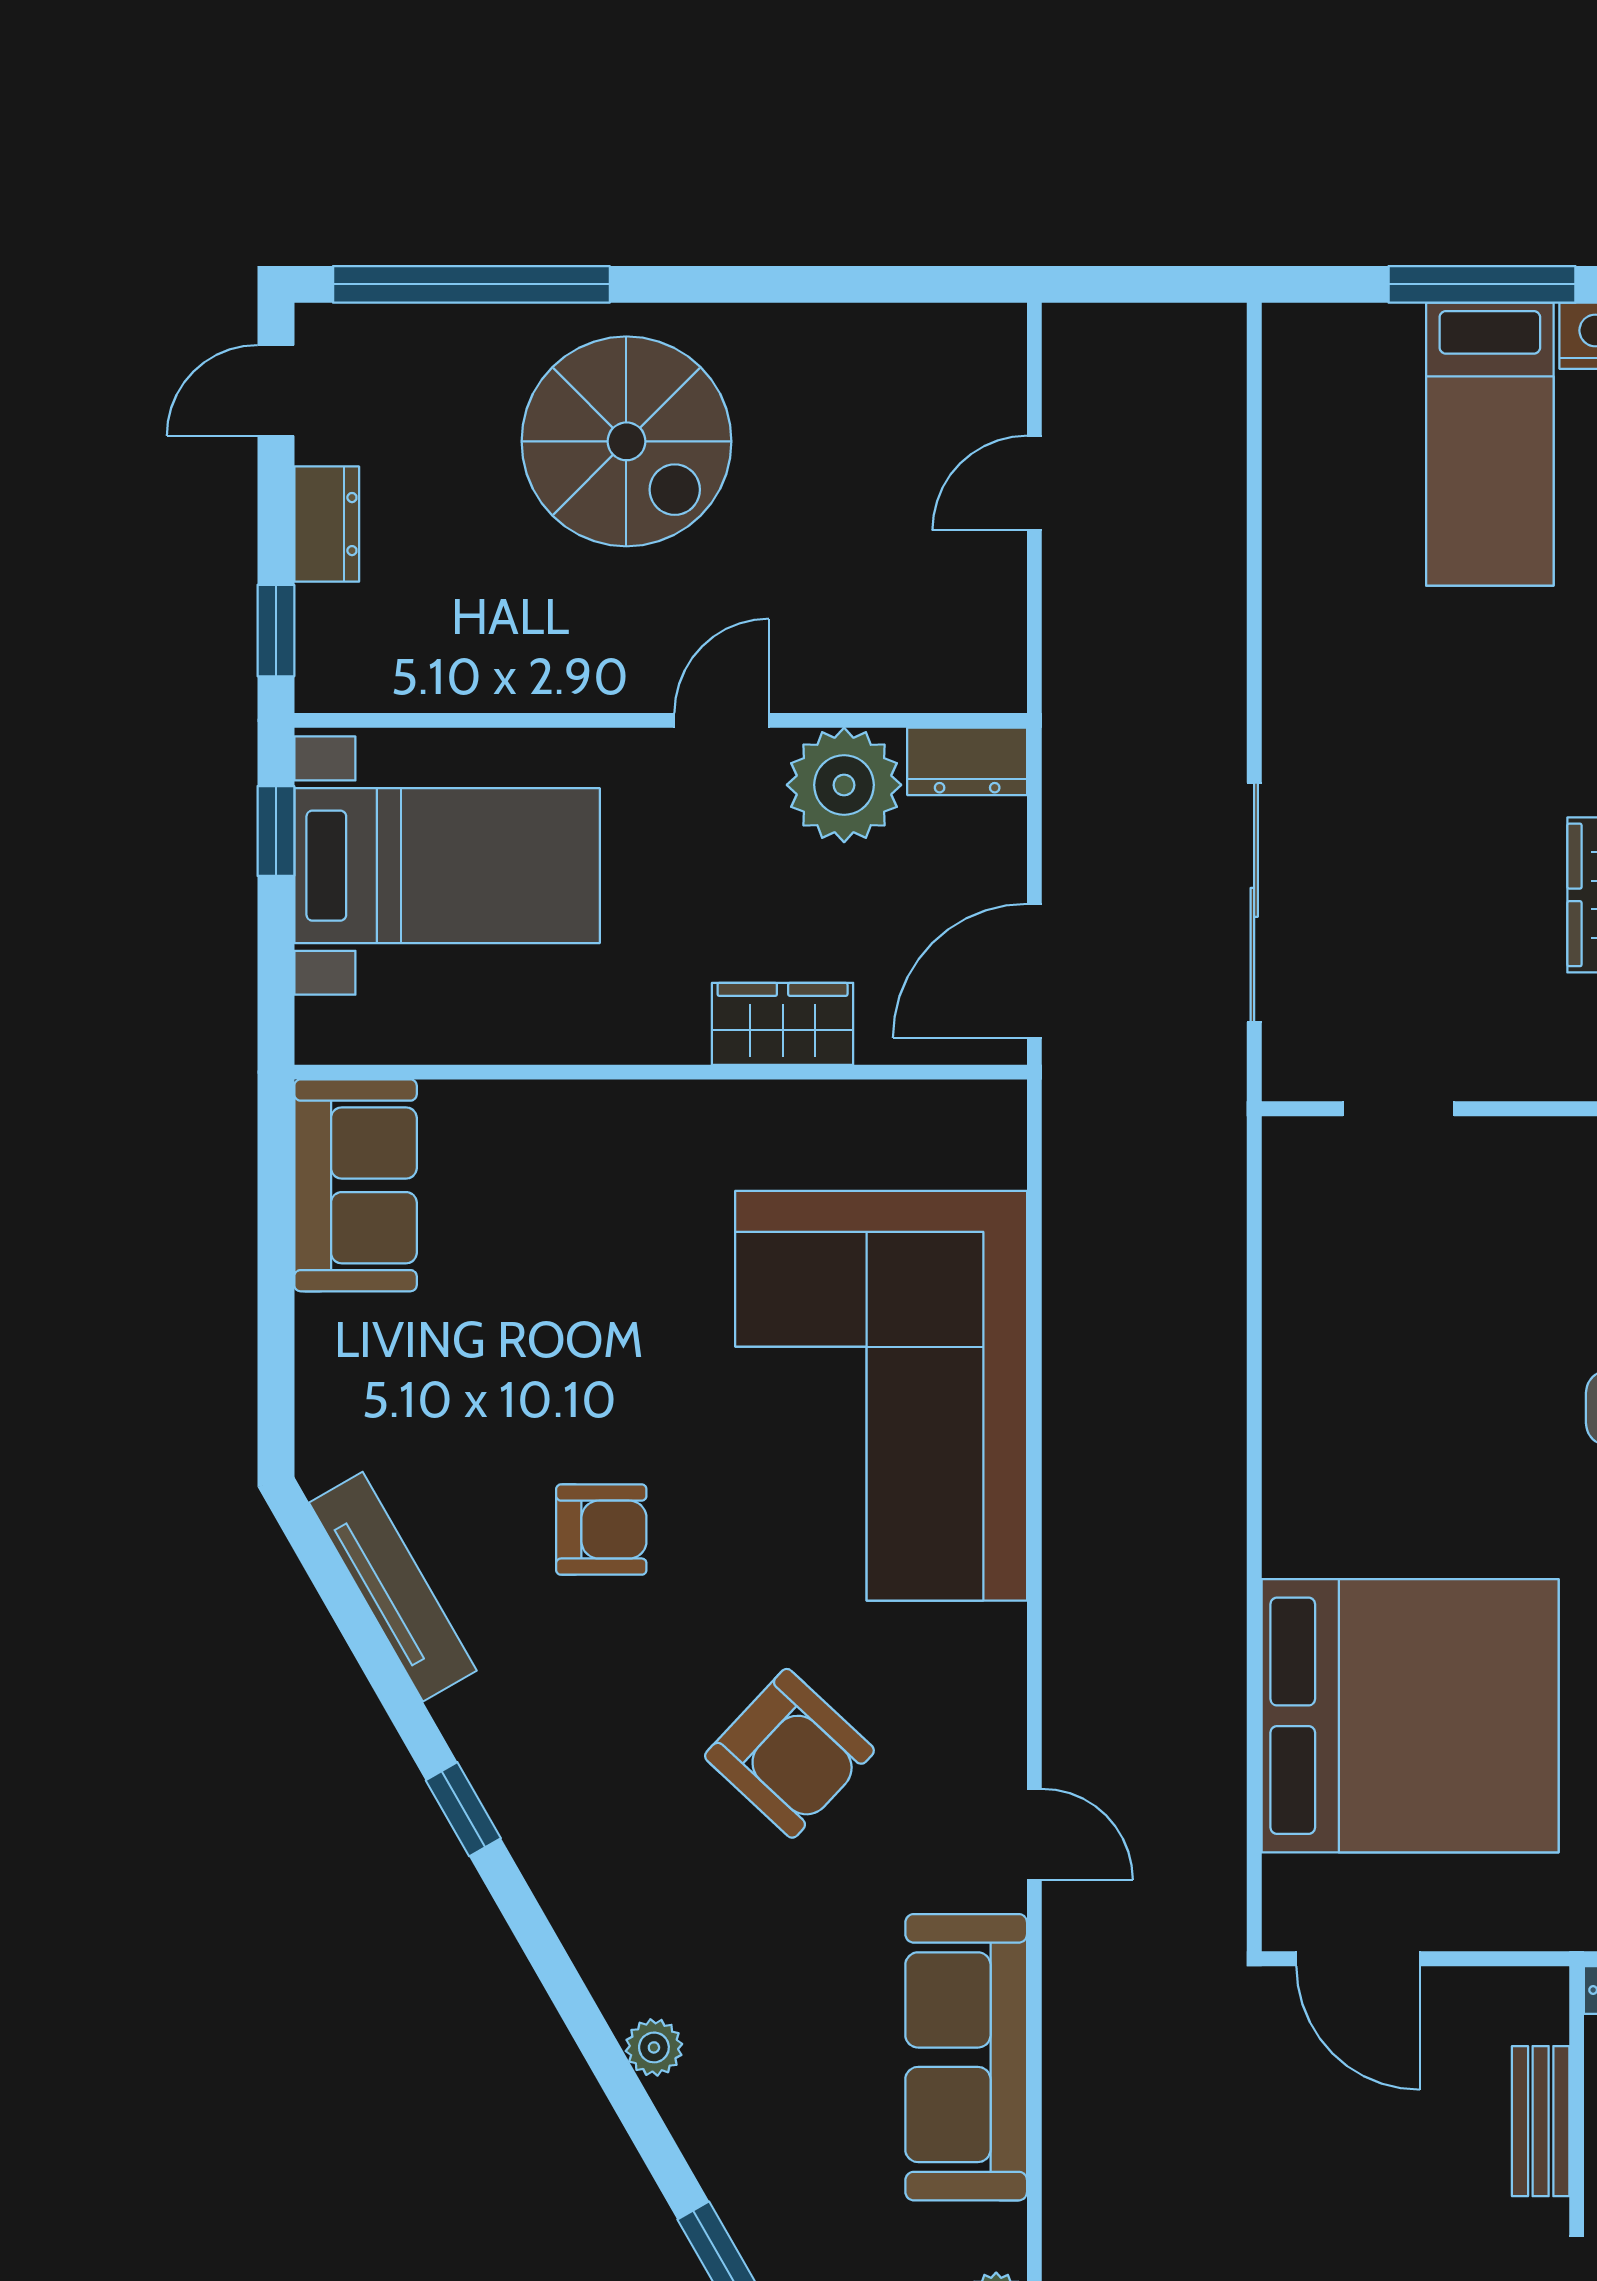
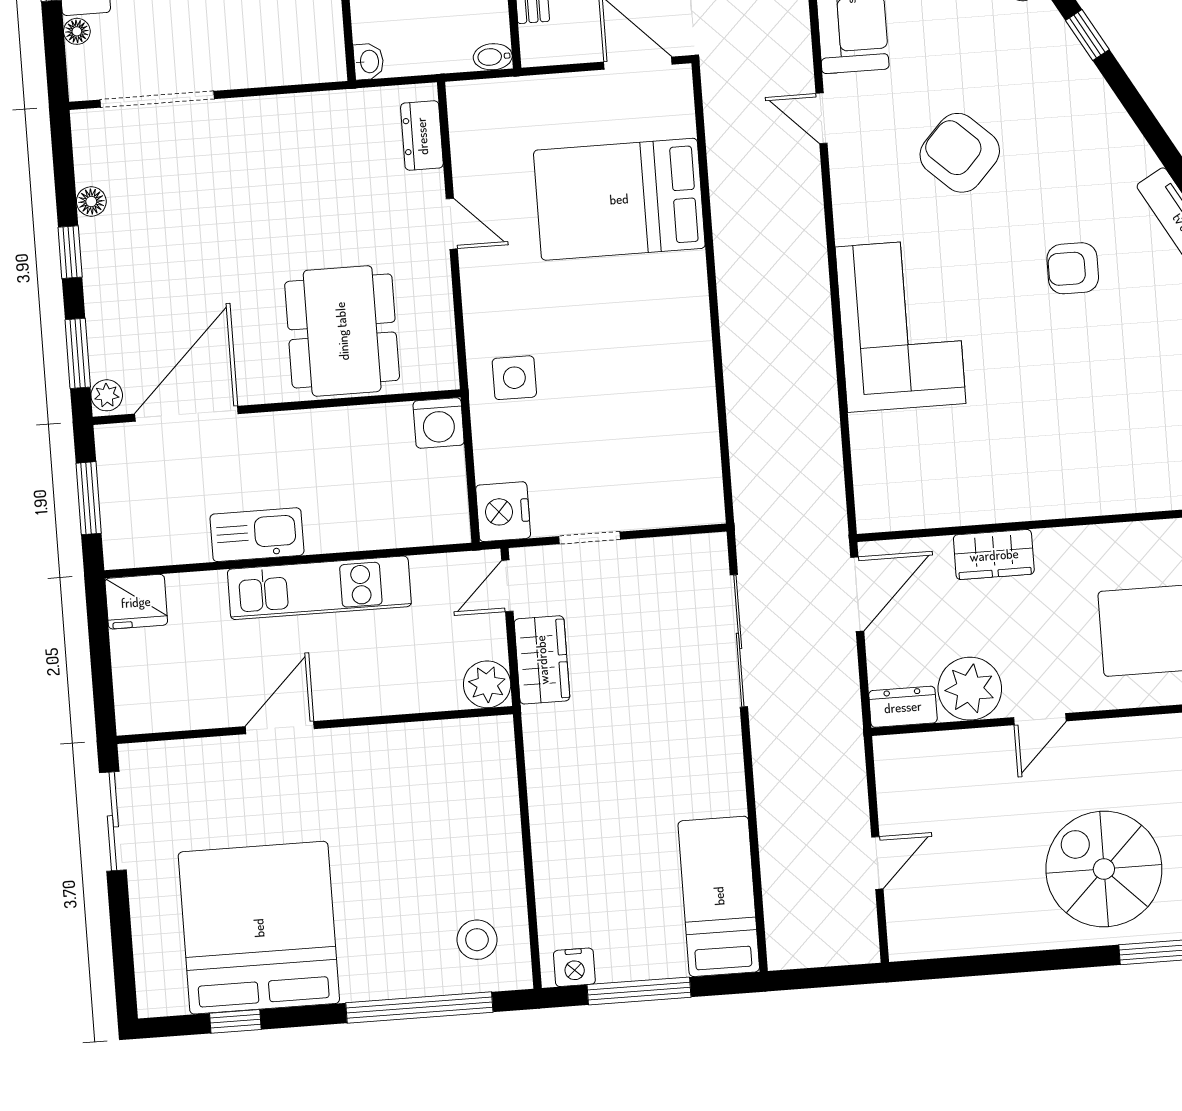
bed: (1490, 444) -> (719, 896), moved
doorway: (1399, 1109) -> (589, 538), moved
corner sofa: (881, 1396) -> (901, 325), width x0.73, depth x0.74
bed: (1410, 1716) -> (619, 199), width x0.73
window: (463, 1809) -> (1087, 35), moved

